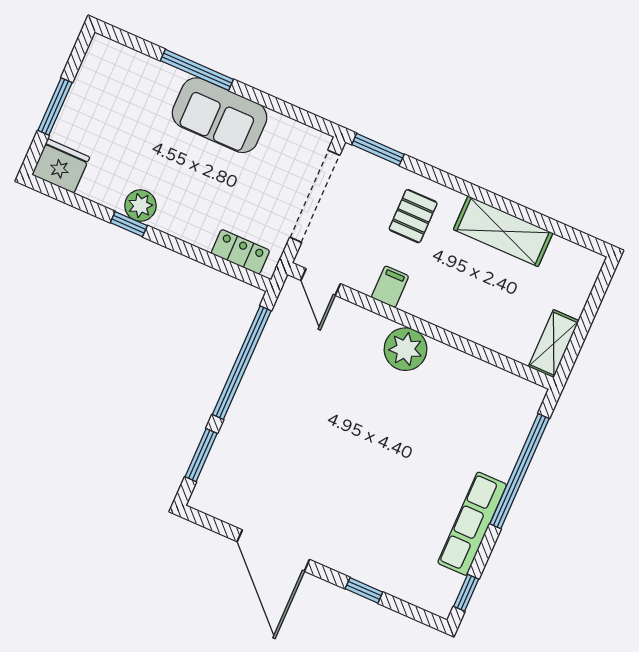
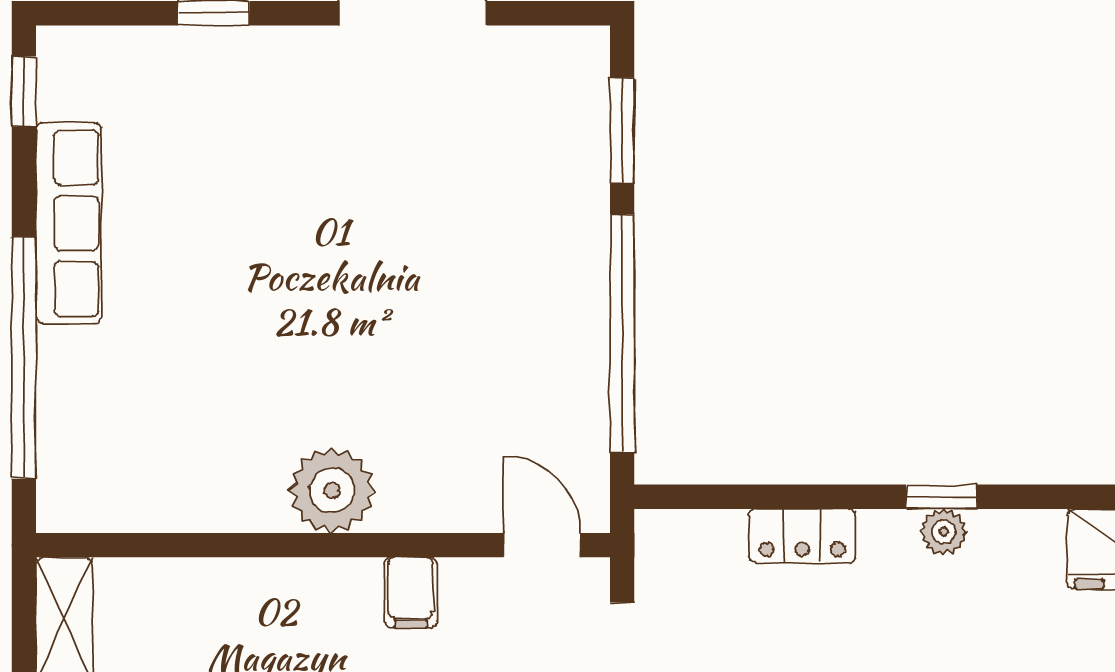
plant: (140, 206) -> (944, 532), width x0.73, depth x0.73
locker: (240, 252) -> (802, 536), moved

